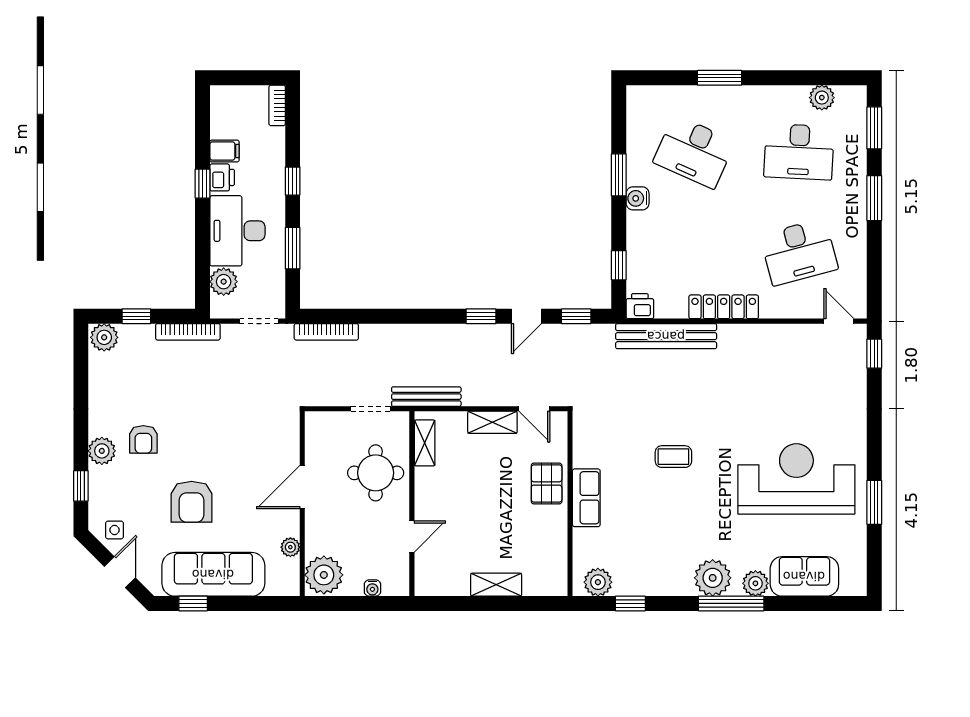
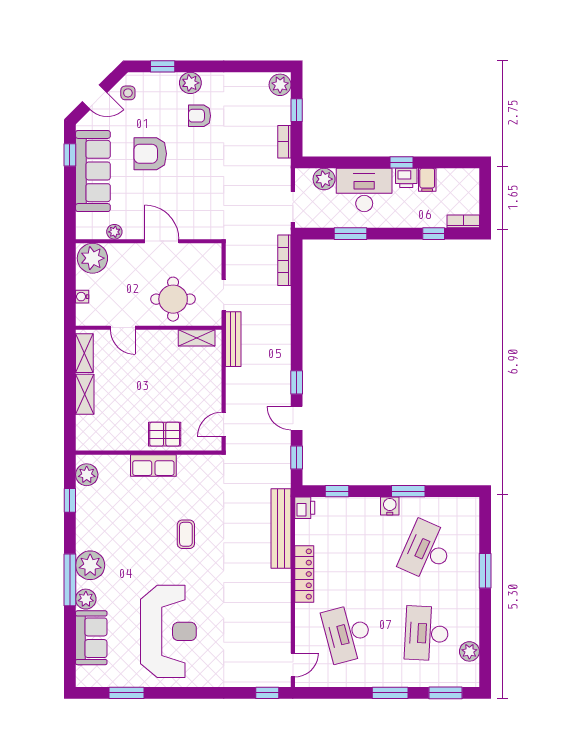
window: (293, 181) -> (434, 234), moved
bookcase: (188, 332) -> (284, 142), width x0.64
shelving: (492, 422) -> (84, 353), moved
window: (874, 502) -> (127, 693), moved

